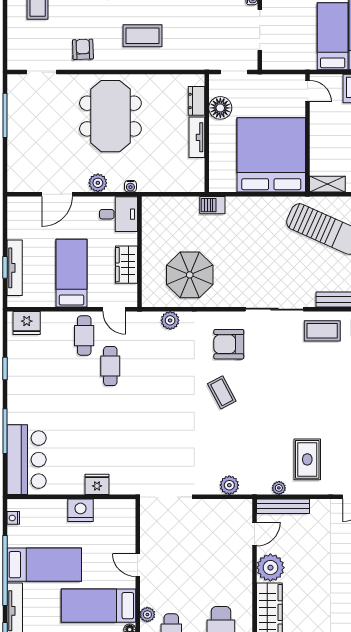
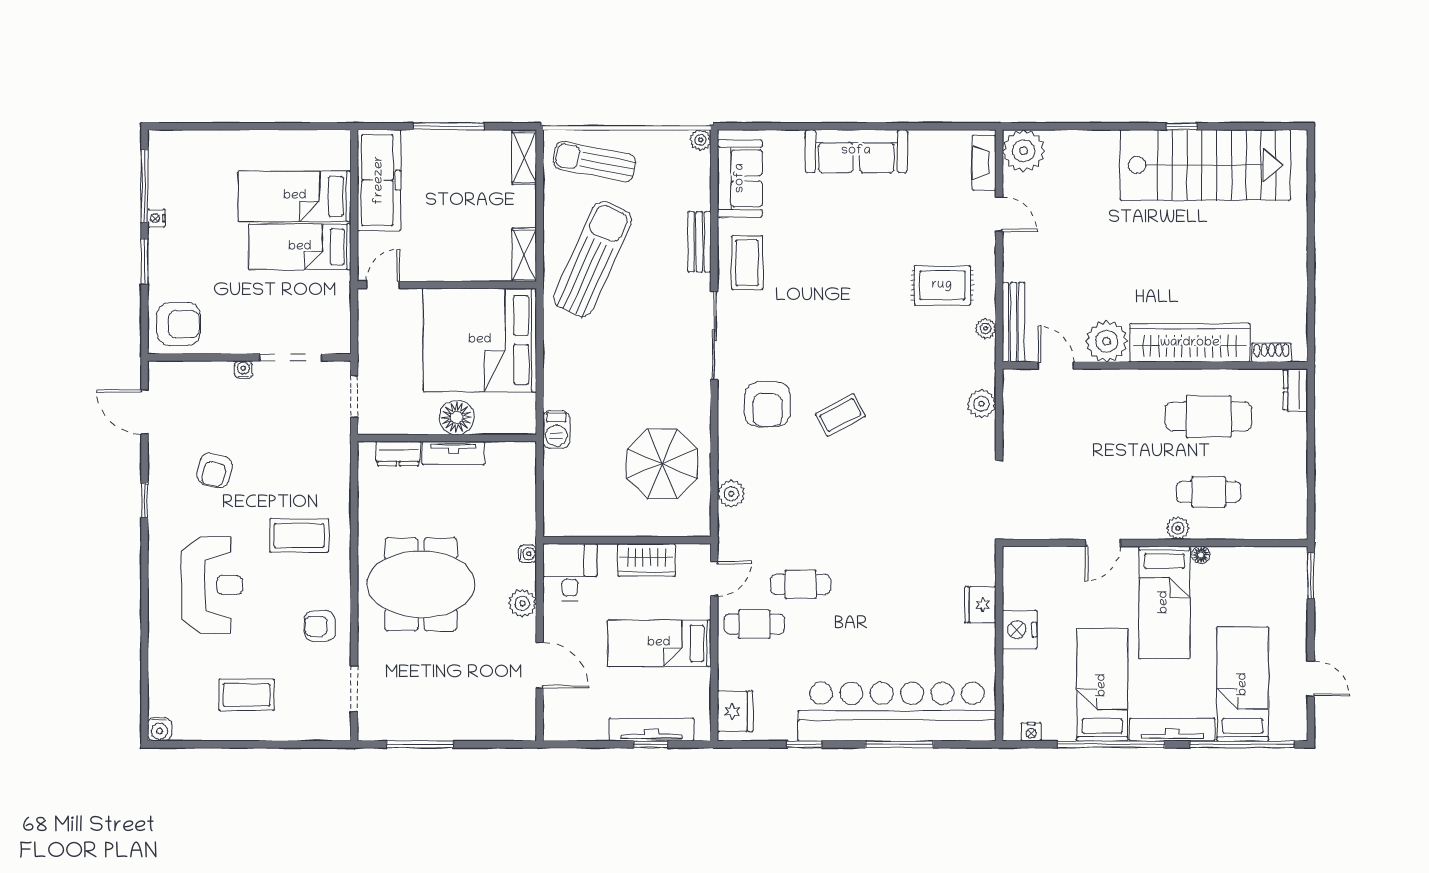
coffee table: (143, 36) -> (299, 536), turned 90
floor lamp: (220, 108) -> (457, 417), moved
bar counter: (27, 460) -> (897, 712), width x1.86

